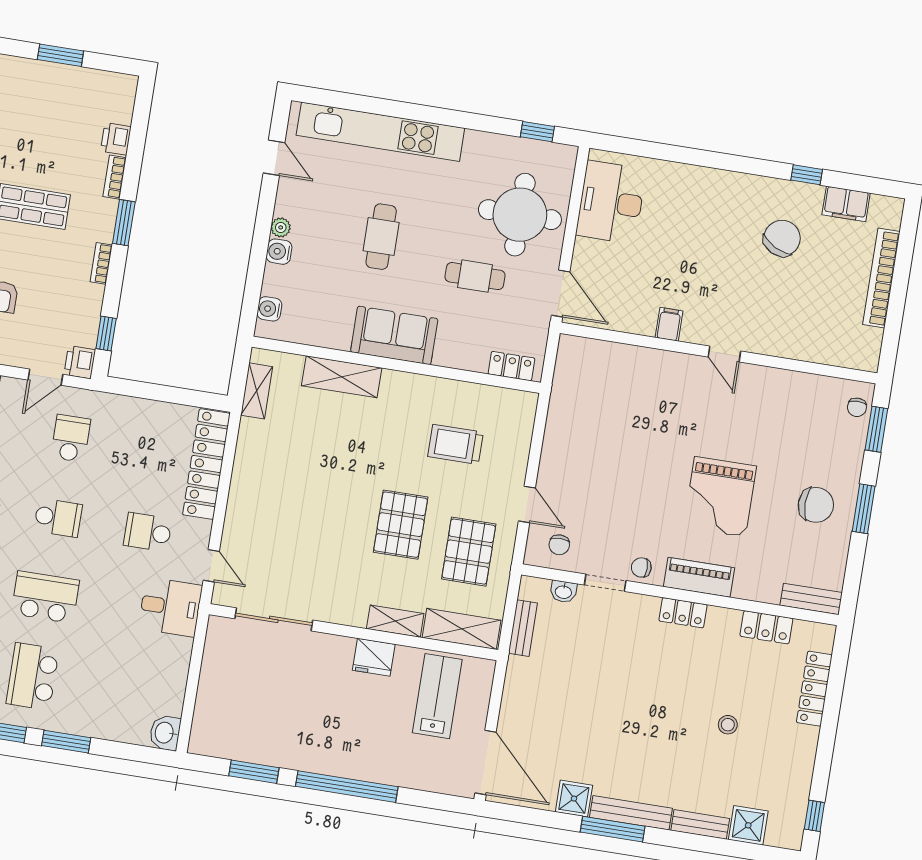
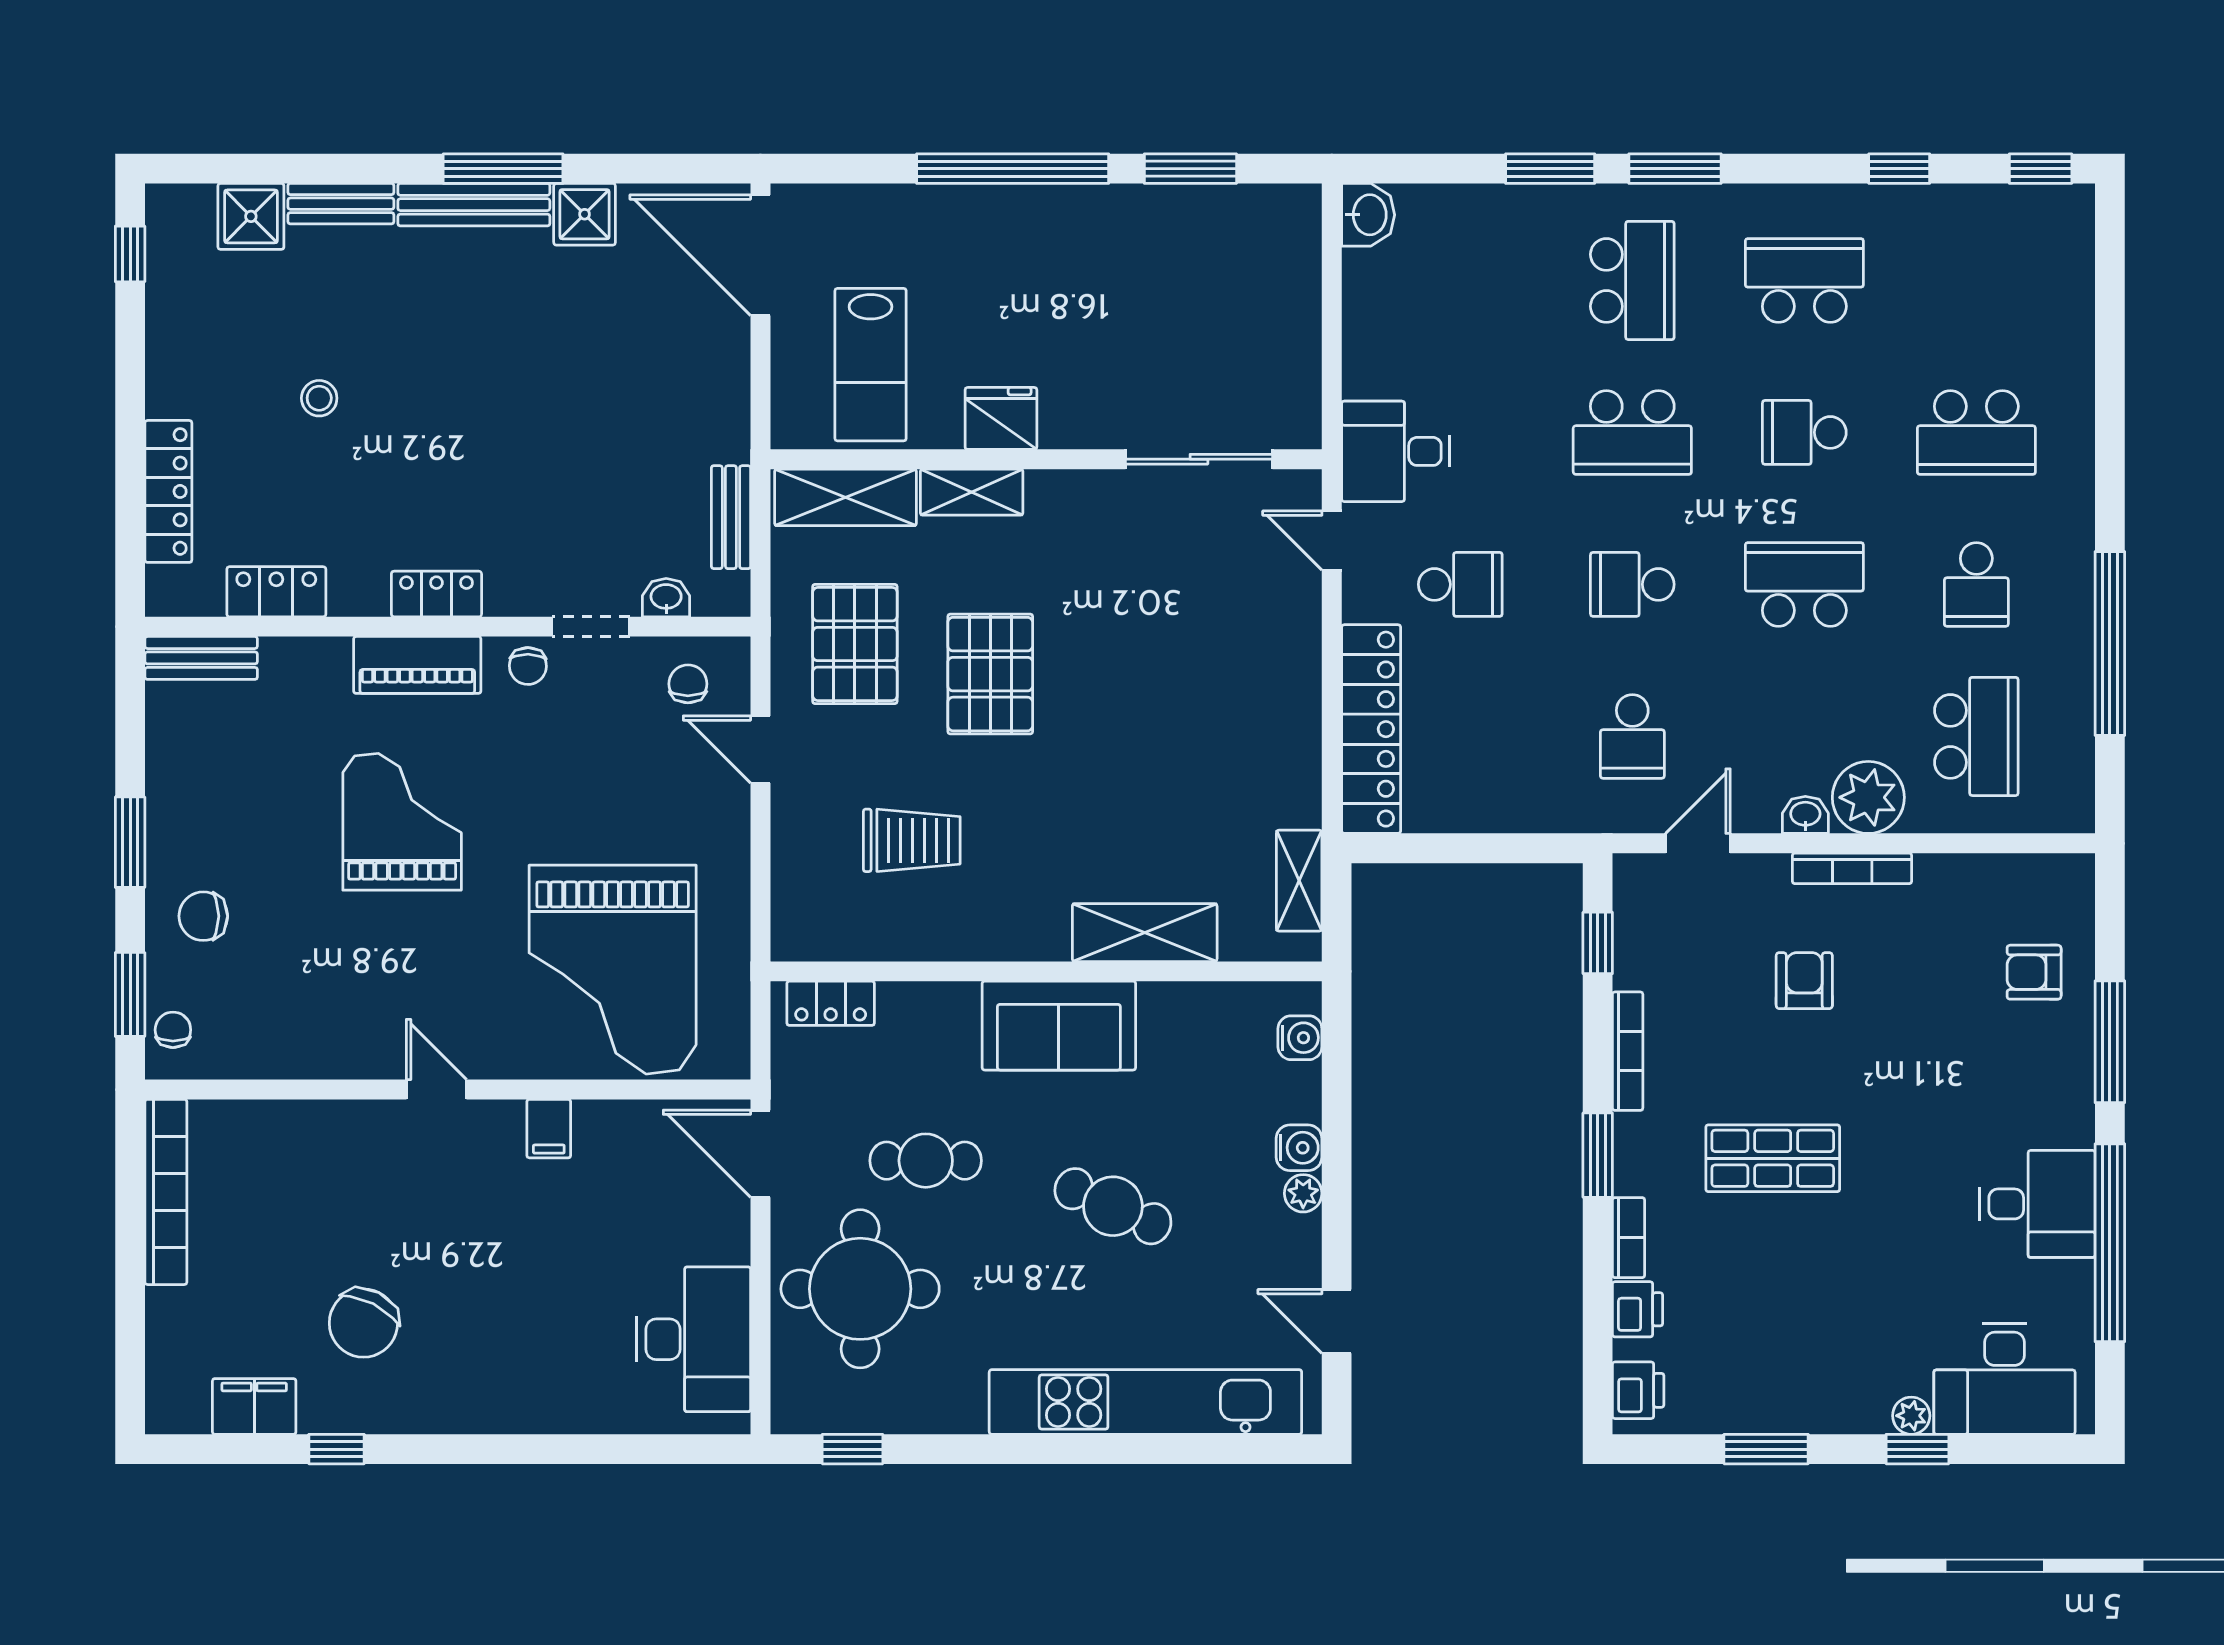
cafe table: (381, 237) -> (1113, 1206), turned -66
bookcase: (101, 263) -> (1628, 1051), width x1.56
bookcase: (881, 278) -> (166, 1192), moved
printer: (80, 362) -> (1638, 1390), moved
grand piano: (622, 402) -> (613, 970), added
chair: (816, 505) -> (203, 916), moved, width x0.73, depth x0.73
chair: (641, 567) -> (528, 666), turned 91

